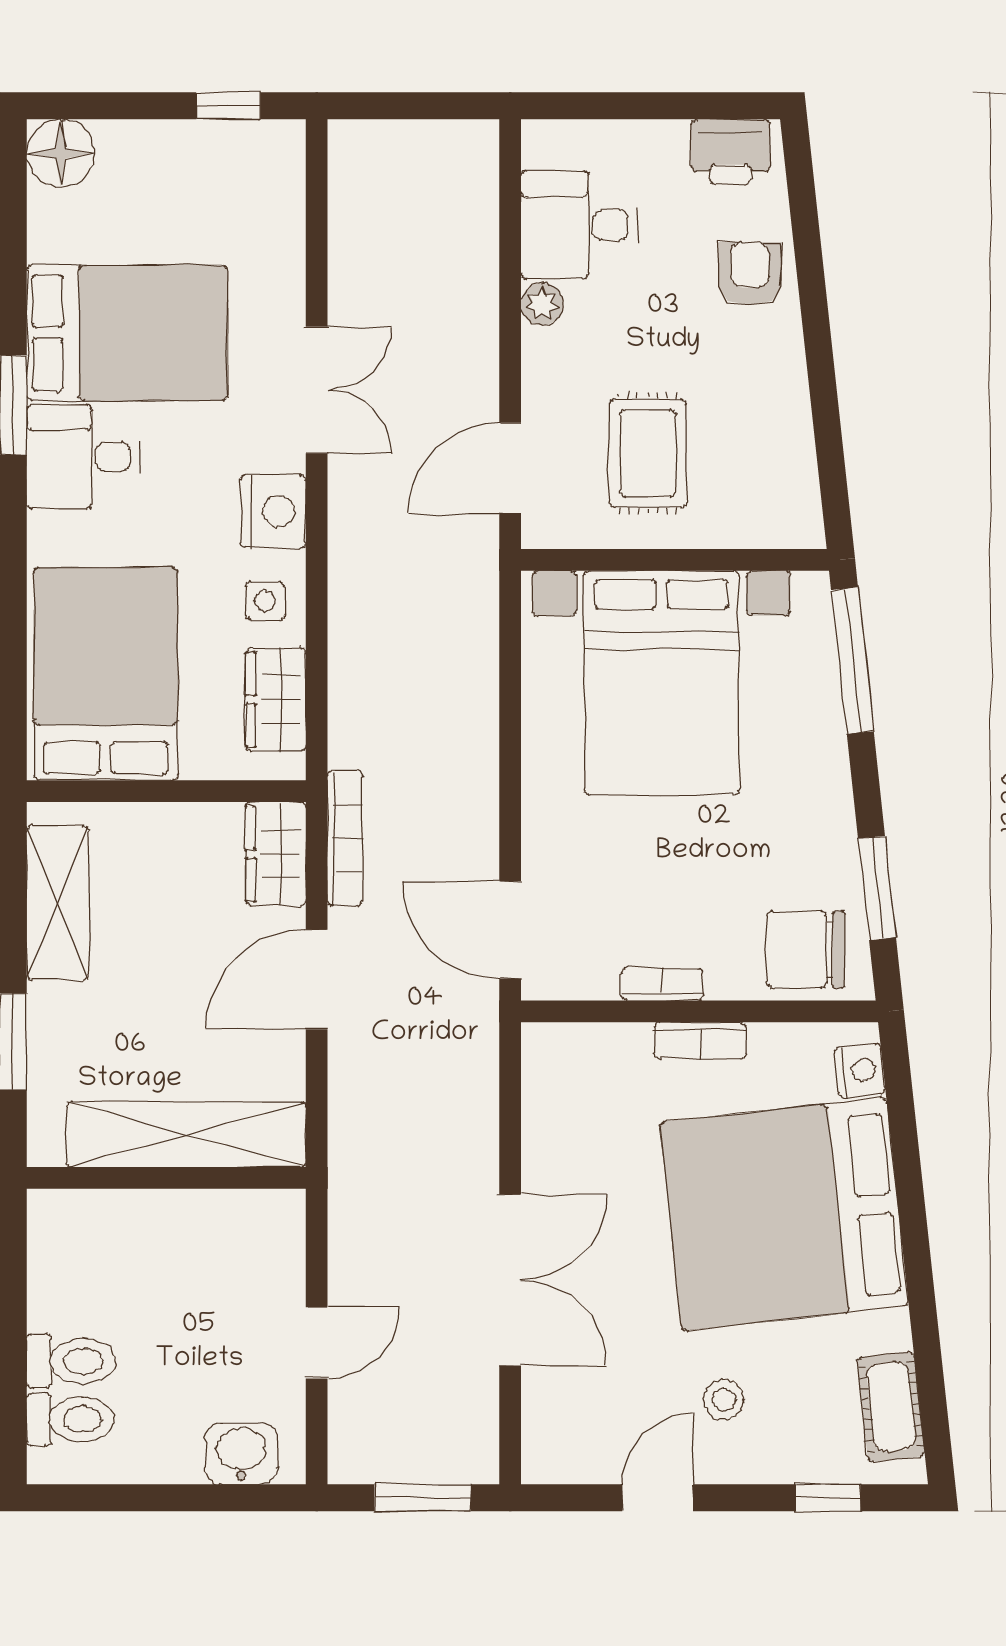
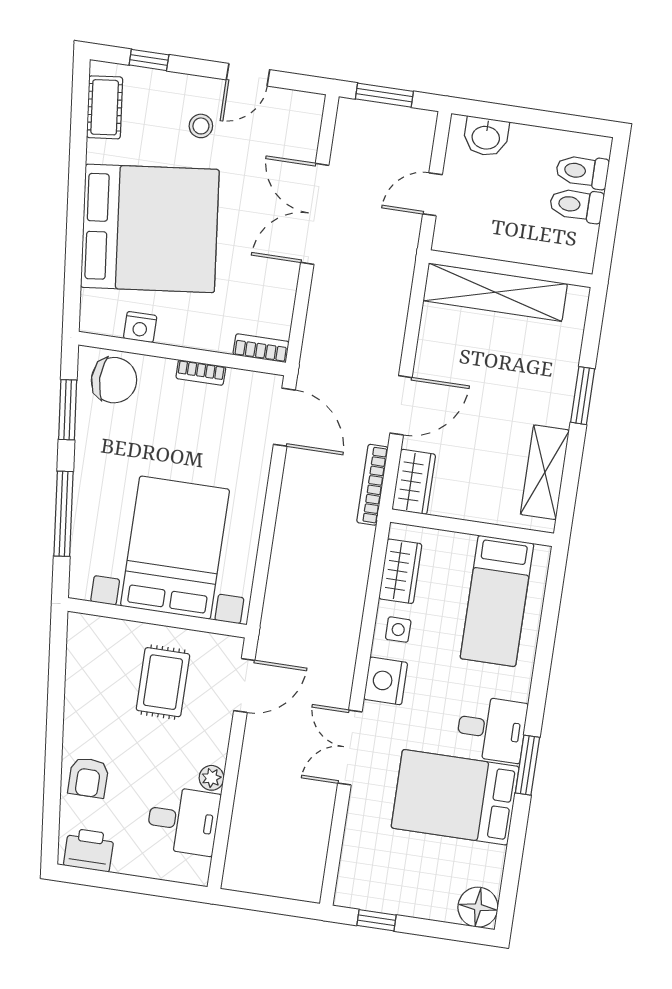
window: (852, 661) -> (63, 514), moved
bed: (106, 674) -> (497, 601), width x0.67
bookcase: (700, 1040) -> (261, 348), moved
nightstand: (860, 1070) -> (140, 327), moved, turned -84
shelving: (186, 1135) -> (495, 292), moved
wall: (166, 1178) -> (511, 269), moved

